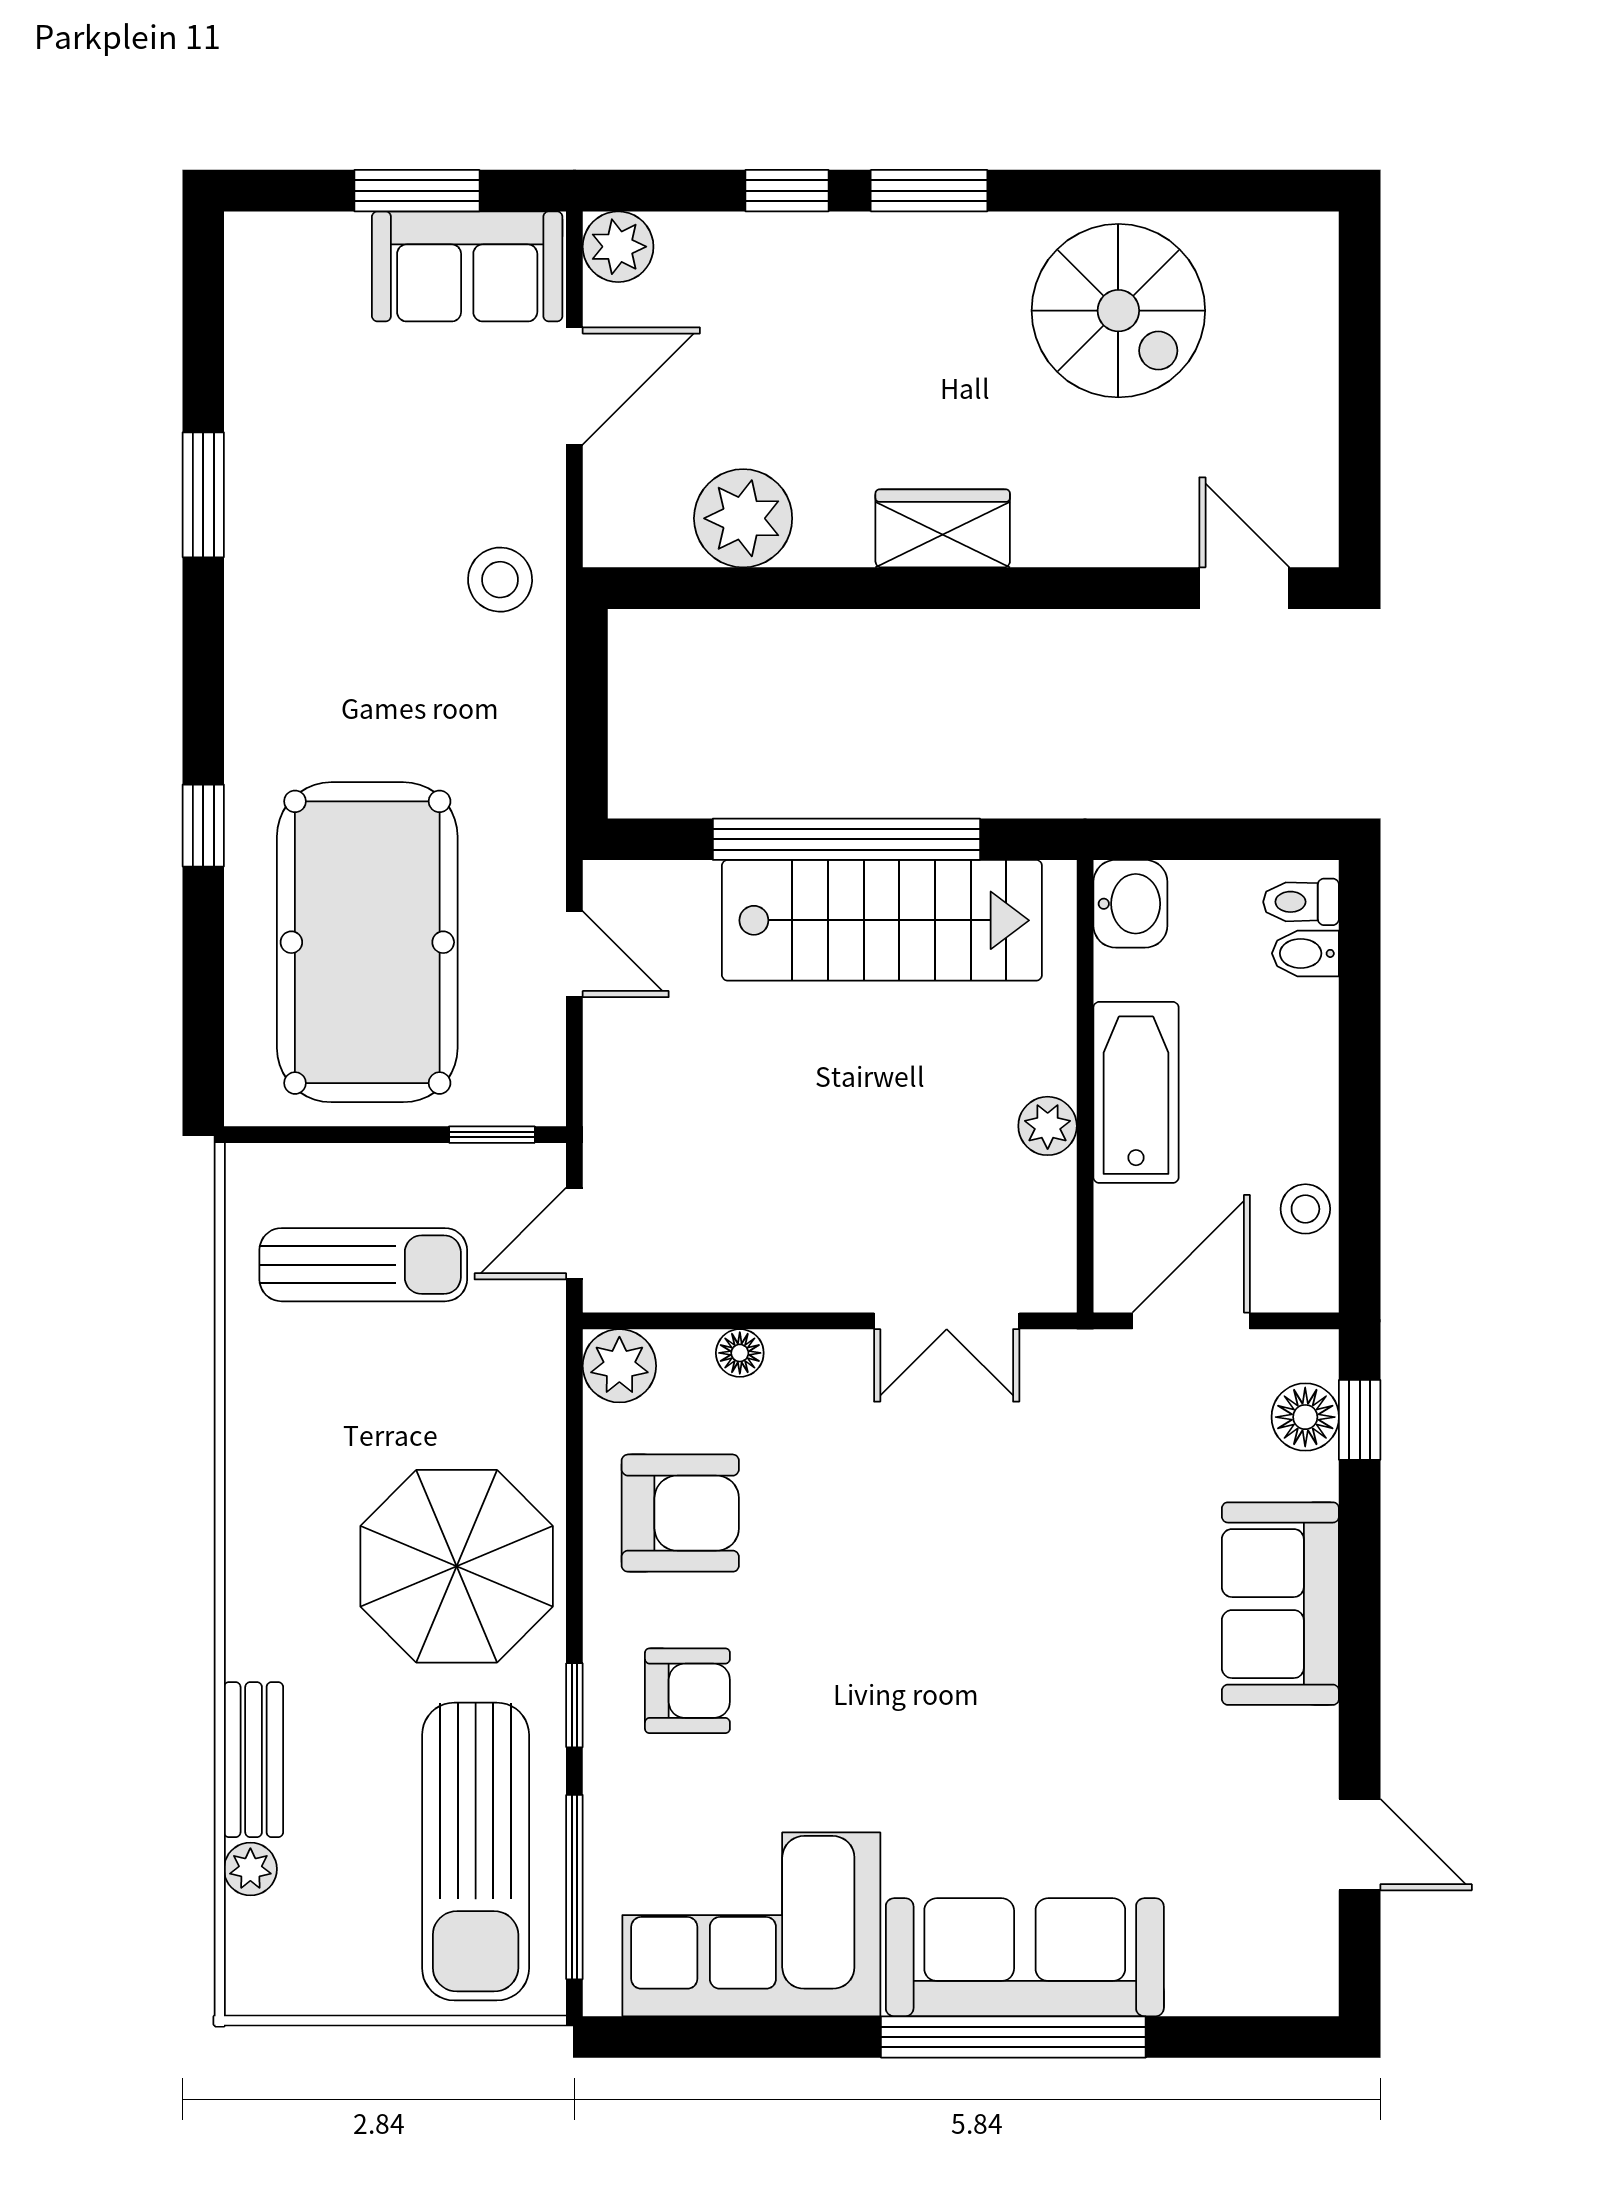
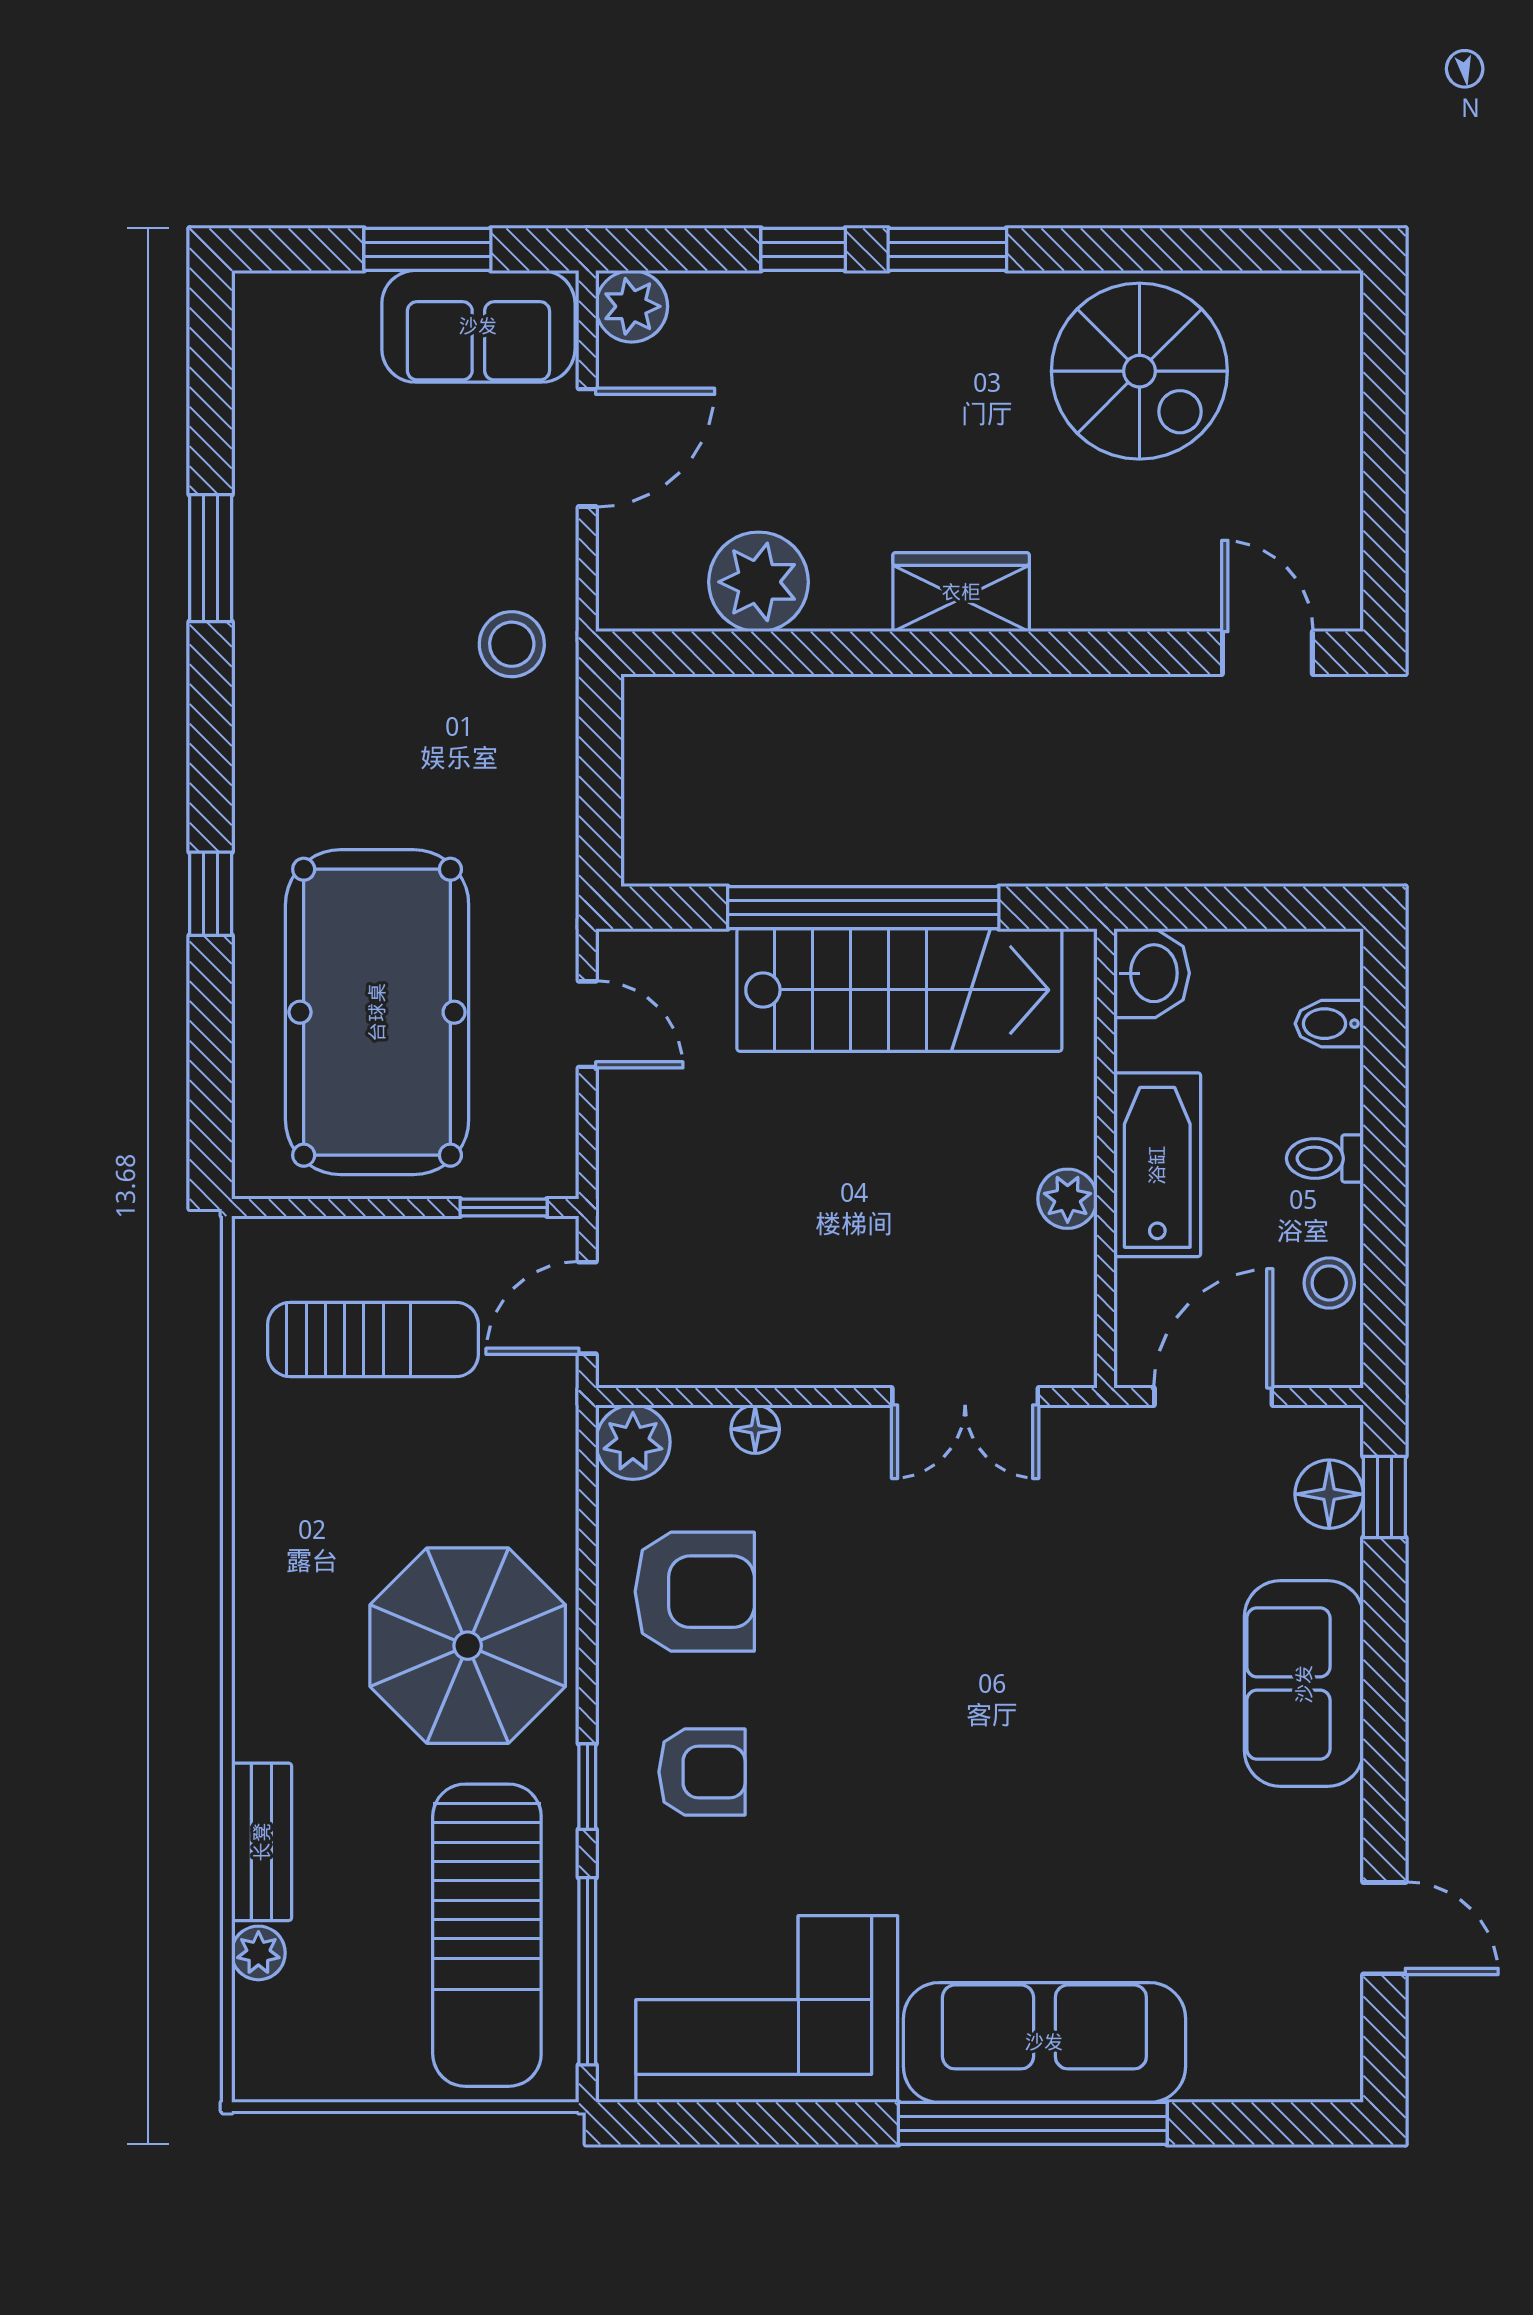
toilet: (1301, 902) -> (1325, 1158), moved

